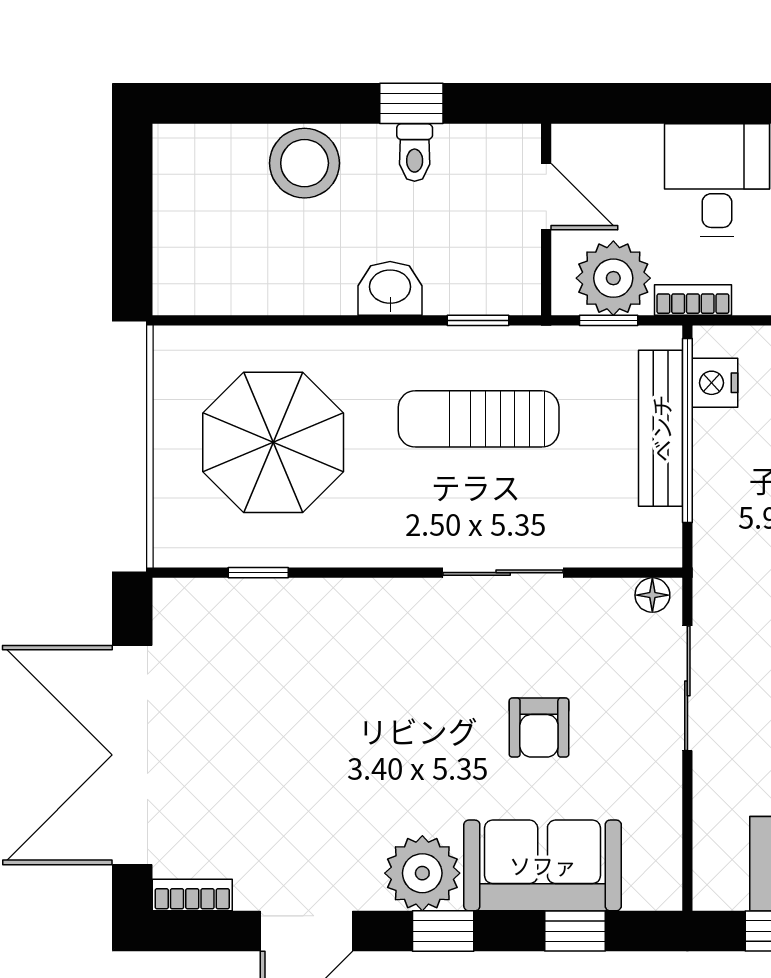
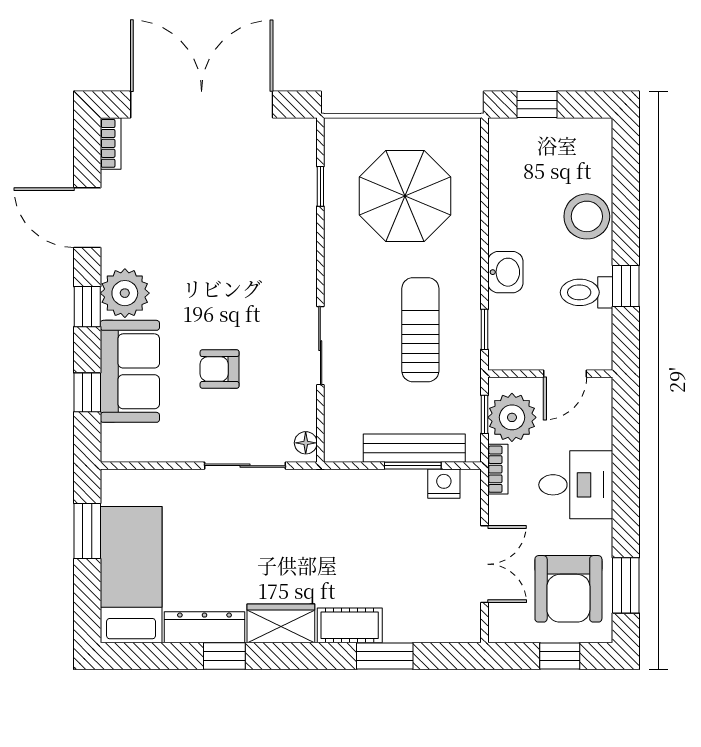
toilet: (415, 152) -> (586, 292), width x1.37, depth x1.39
window: (132, 240) -> (537, 104), added
window: (687, 431) -> (413, 466), width x0.47

